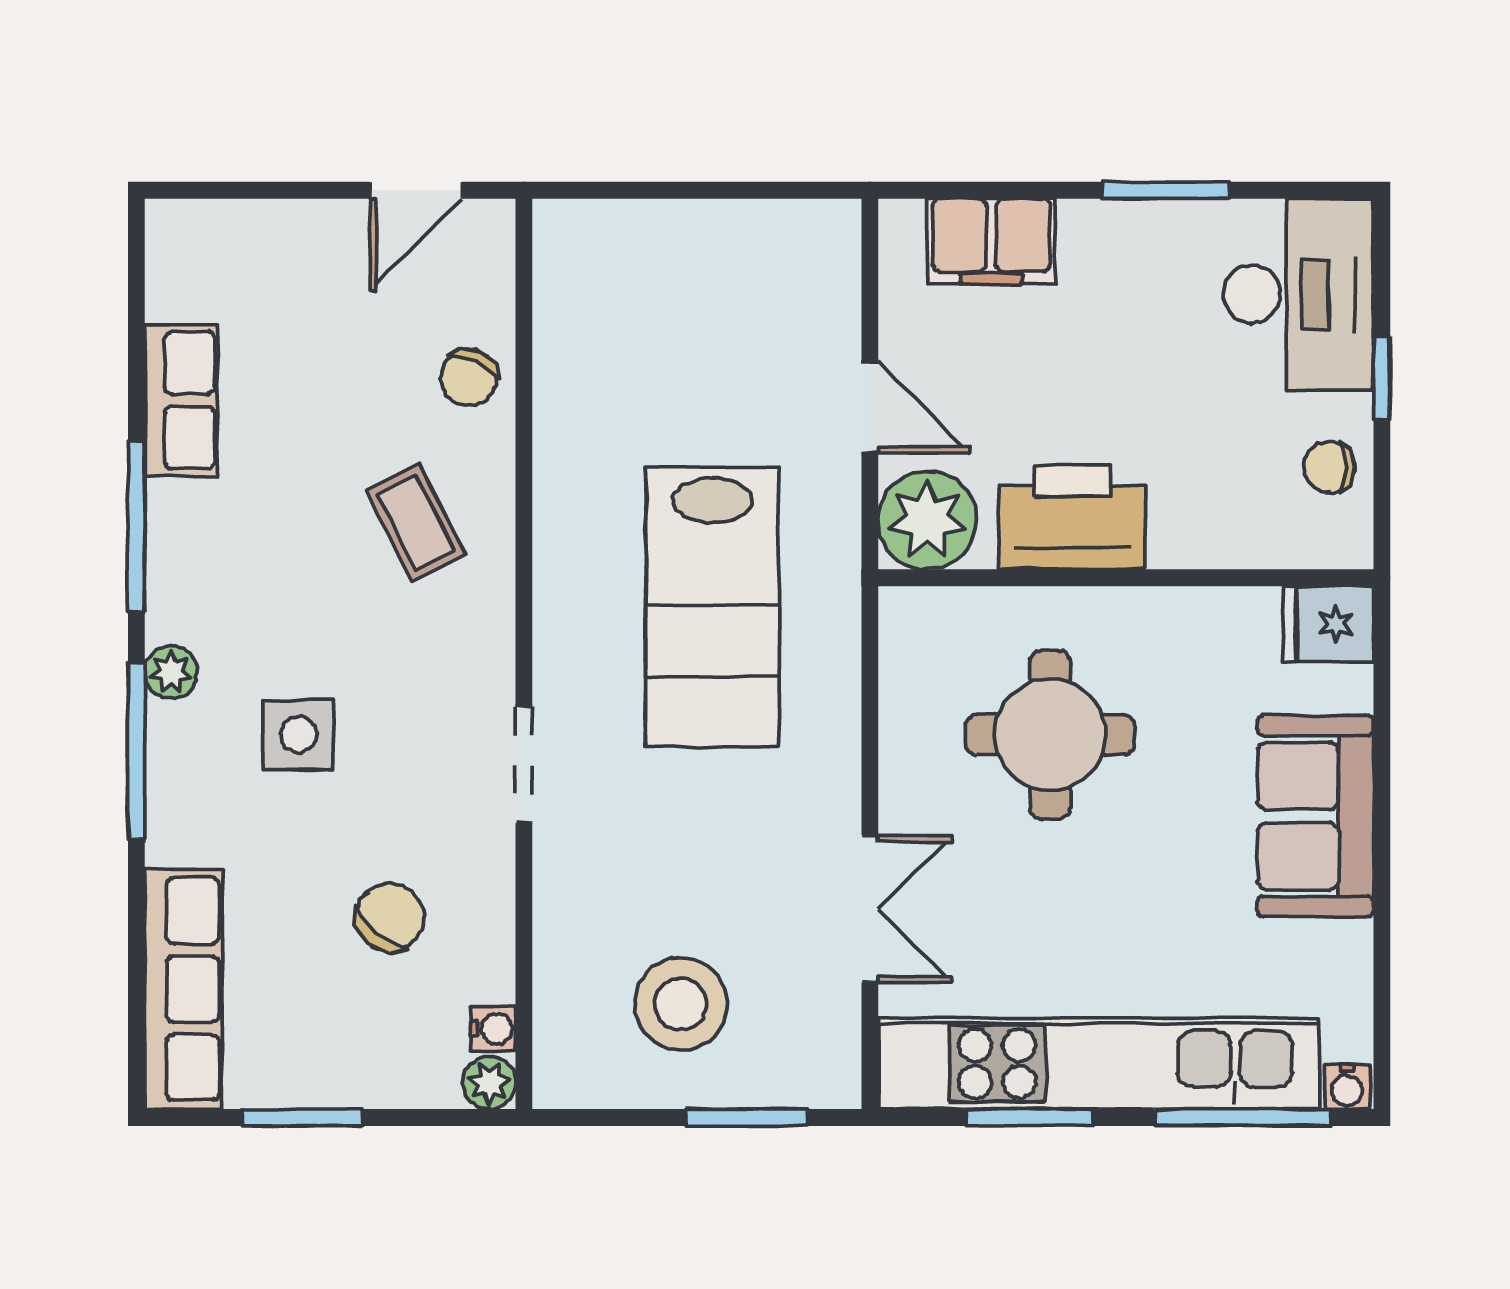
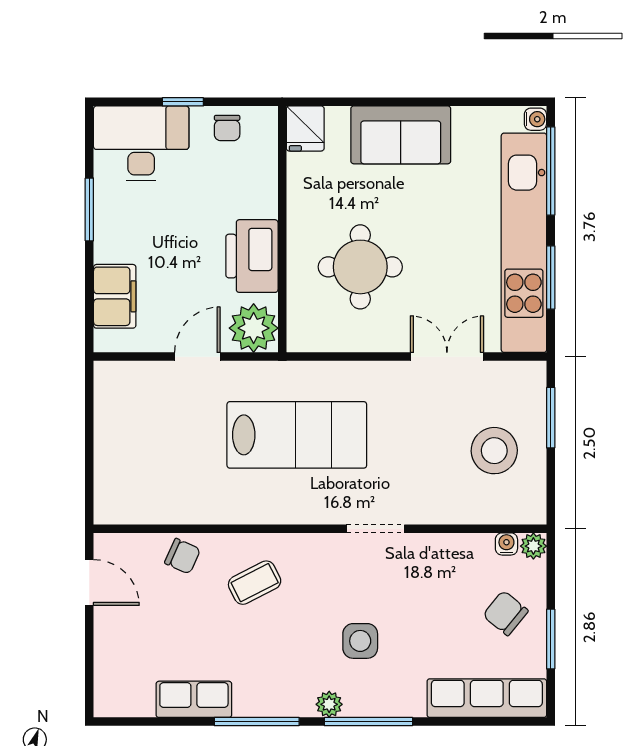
chair: (390, 917) -> (505, 613), moved

